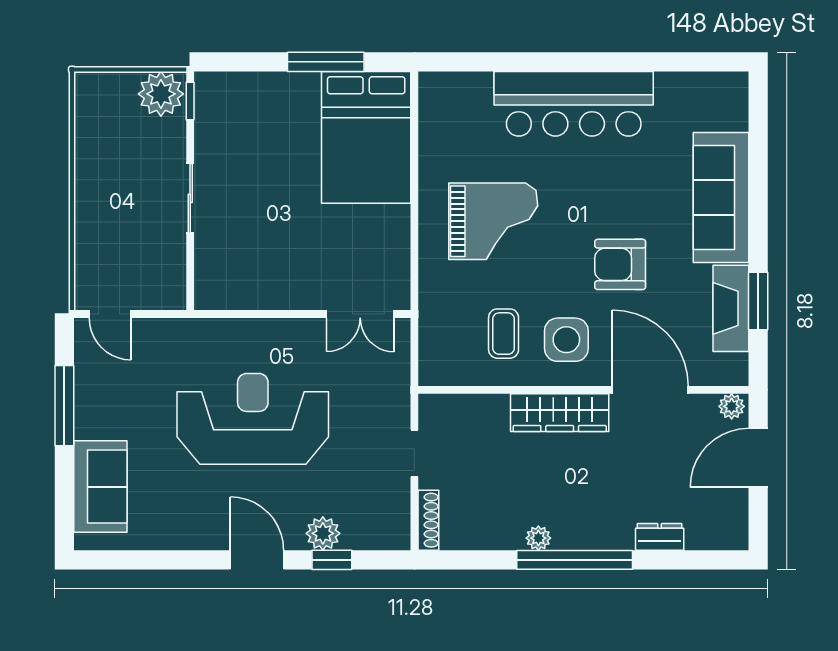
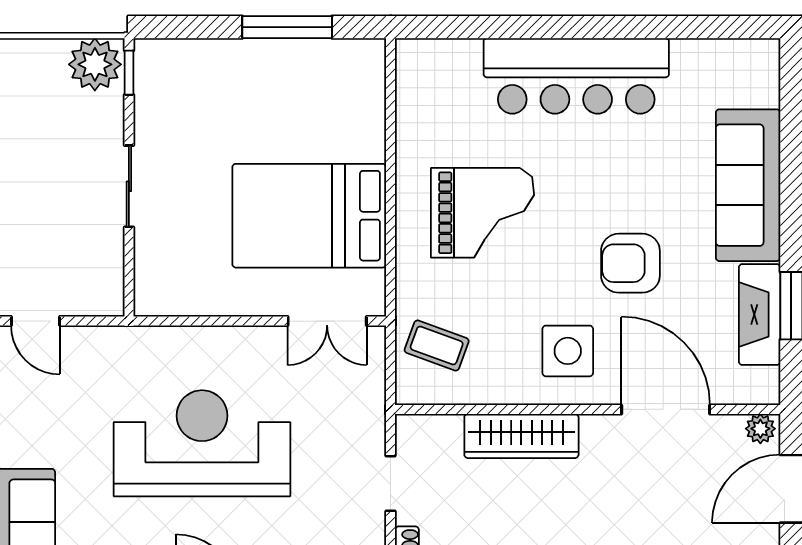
bed: (366, 137) -> (309, 216), moved, turned 90
coffee table: (504, 334) -> (437, 345), moved, turned -70
wardrobe: (560, 413) -> (521, 436), moved

